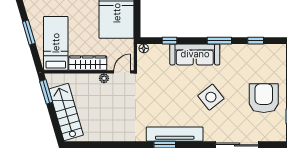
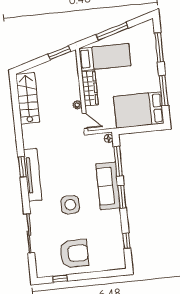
window: (29, 32) -> (112, 31), width x1.44
window: (169, 41) -> (118, 161), width x2.17
window: (219, 41) -> (122, 197), moved
side table: (211, 97) -> (70, 205), turned 38
stairs: (66, 112) -> (28, 98), moved, turned -74

